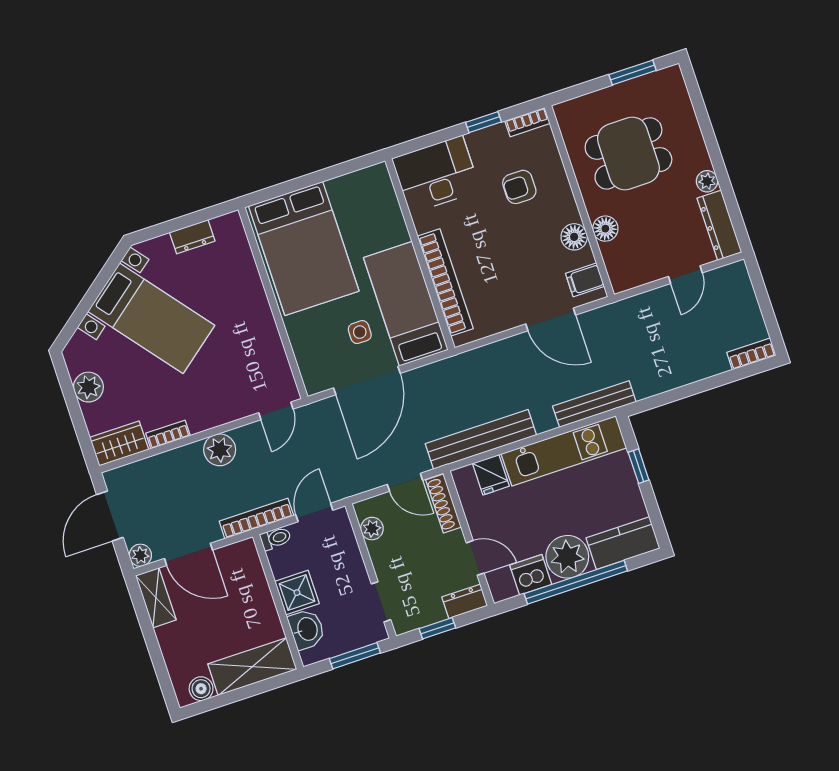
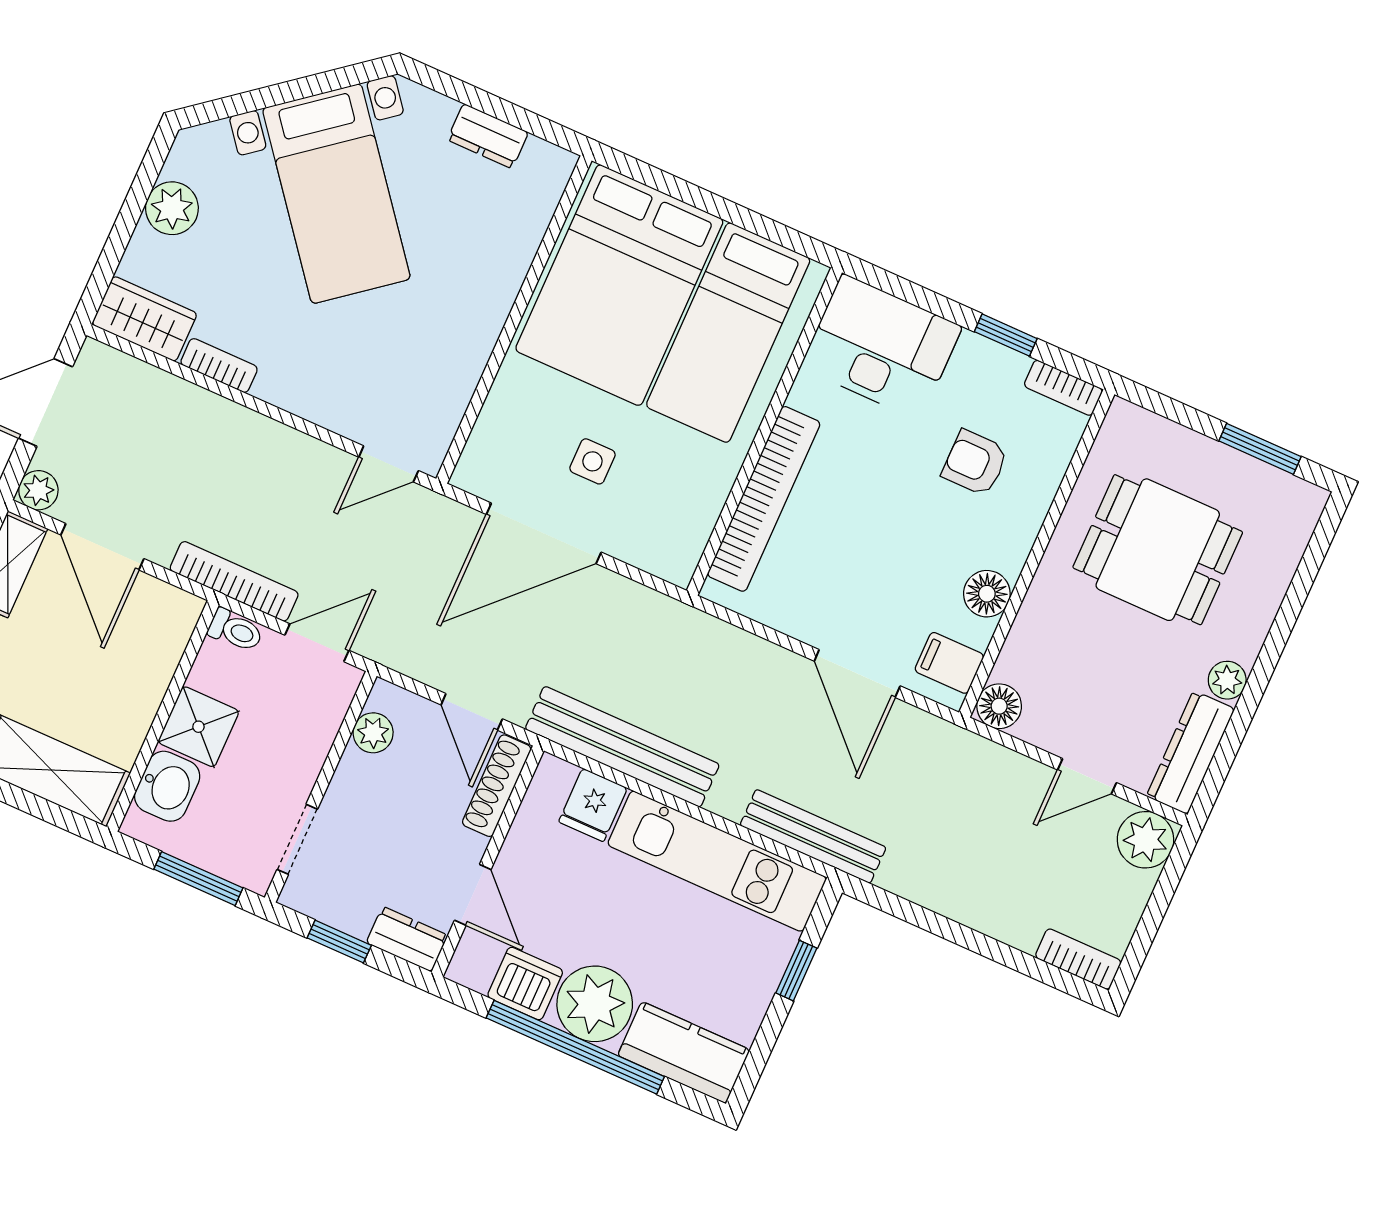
floor lamp: (605, 229) -> (999, 706), moved
bed: (406, 304) -> (728, 333), moved, turned 180
plant: (220, 450) -> (1145, 840), moved

